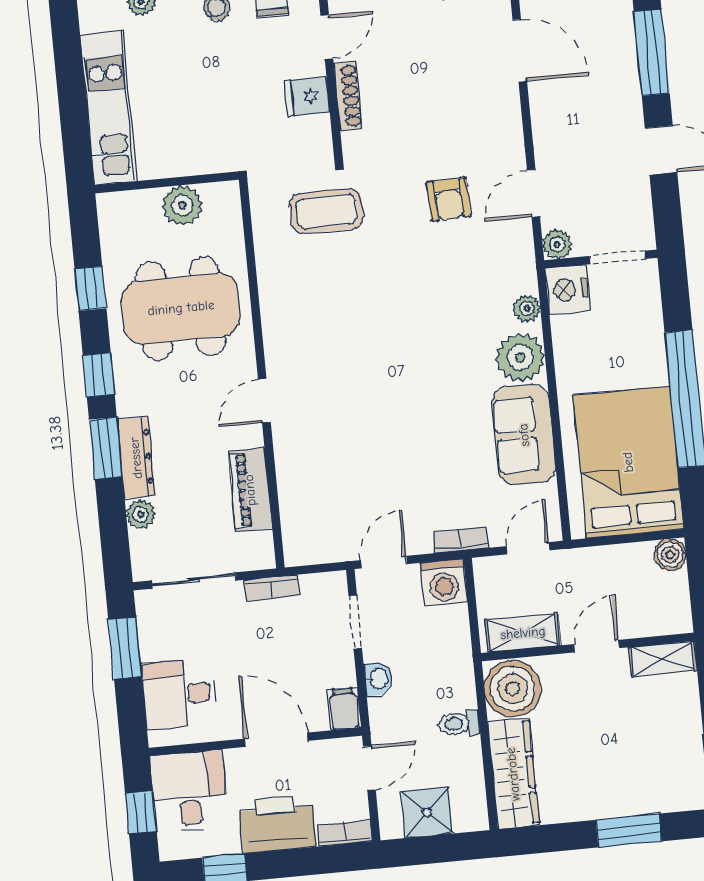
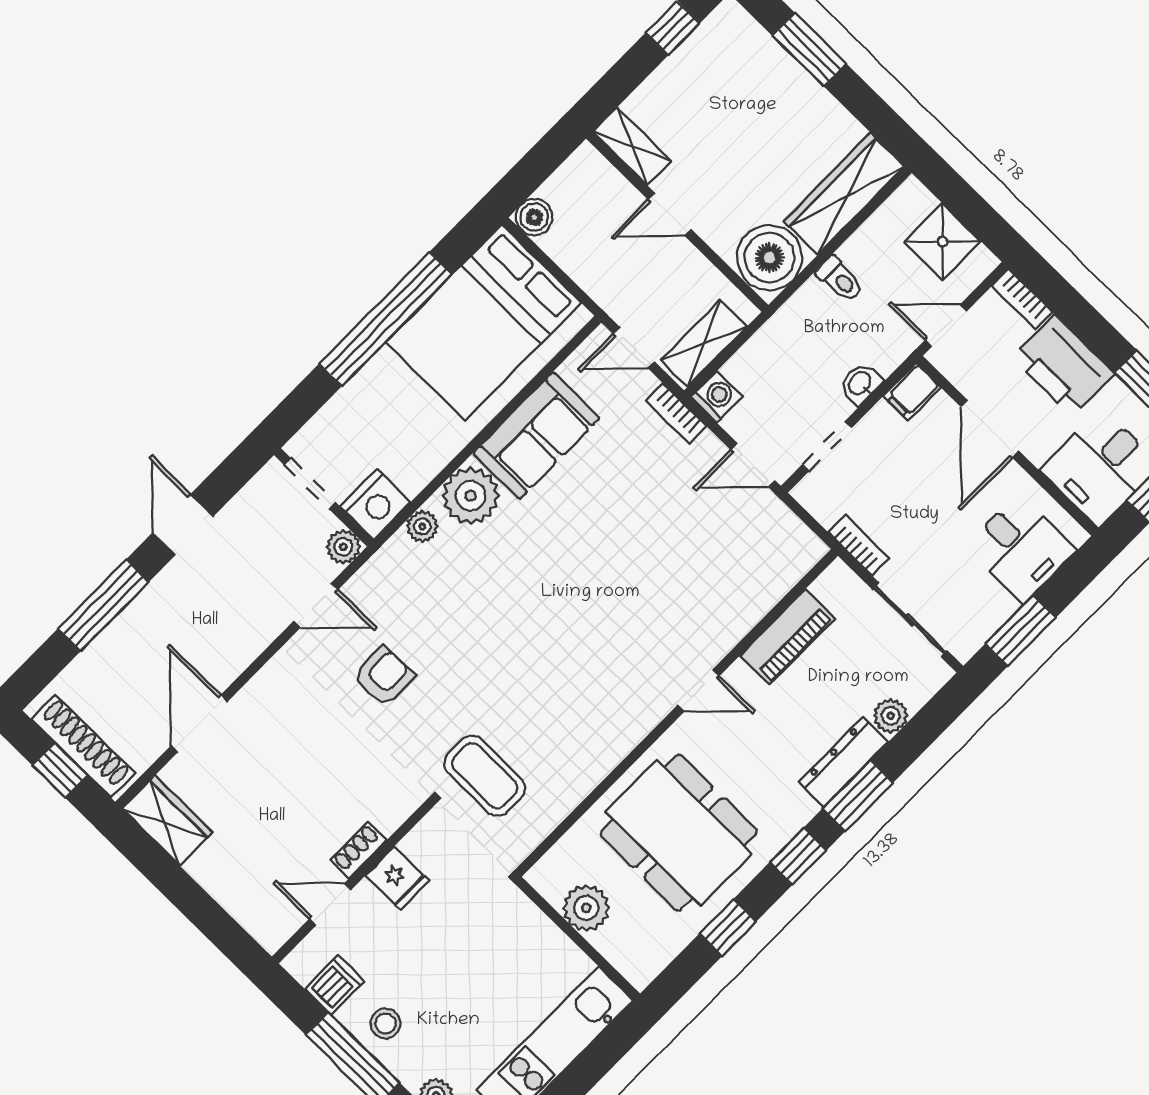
shoe rack: (348, 96) -> (358, 850), width x0.70
washing machine: (444, 582) -> (717, 397), width x0.73, depth x0.73
shelving: (523, 633) -> (704, 343), moved, turned 90

